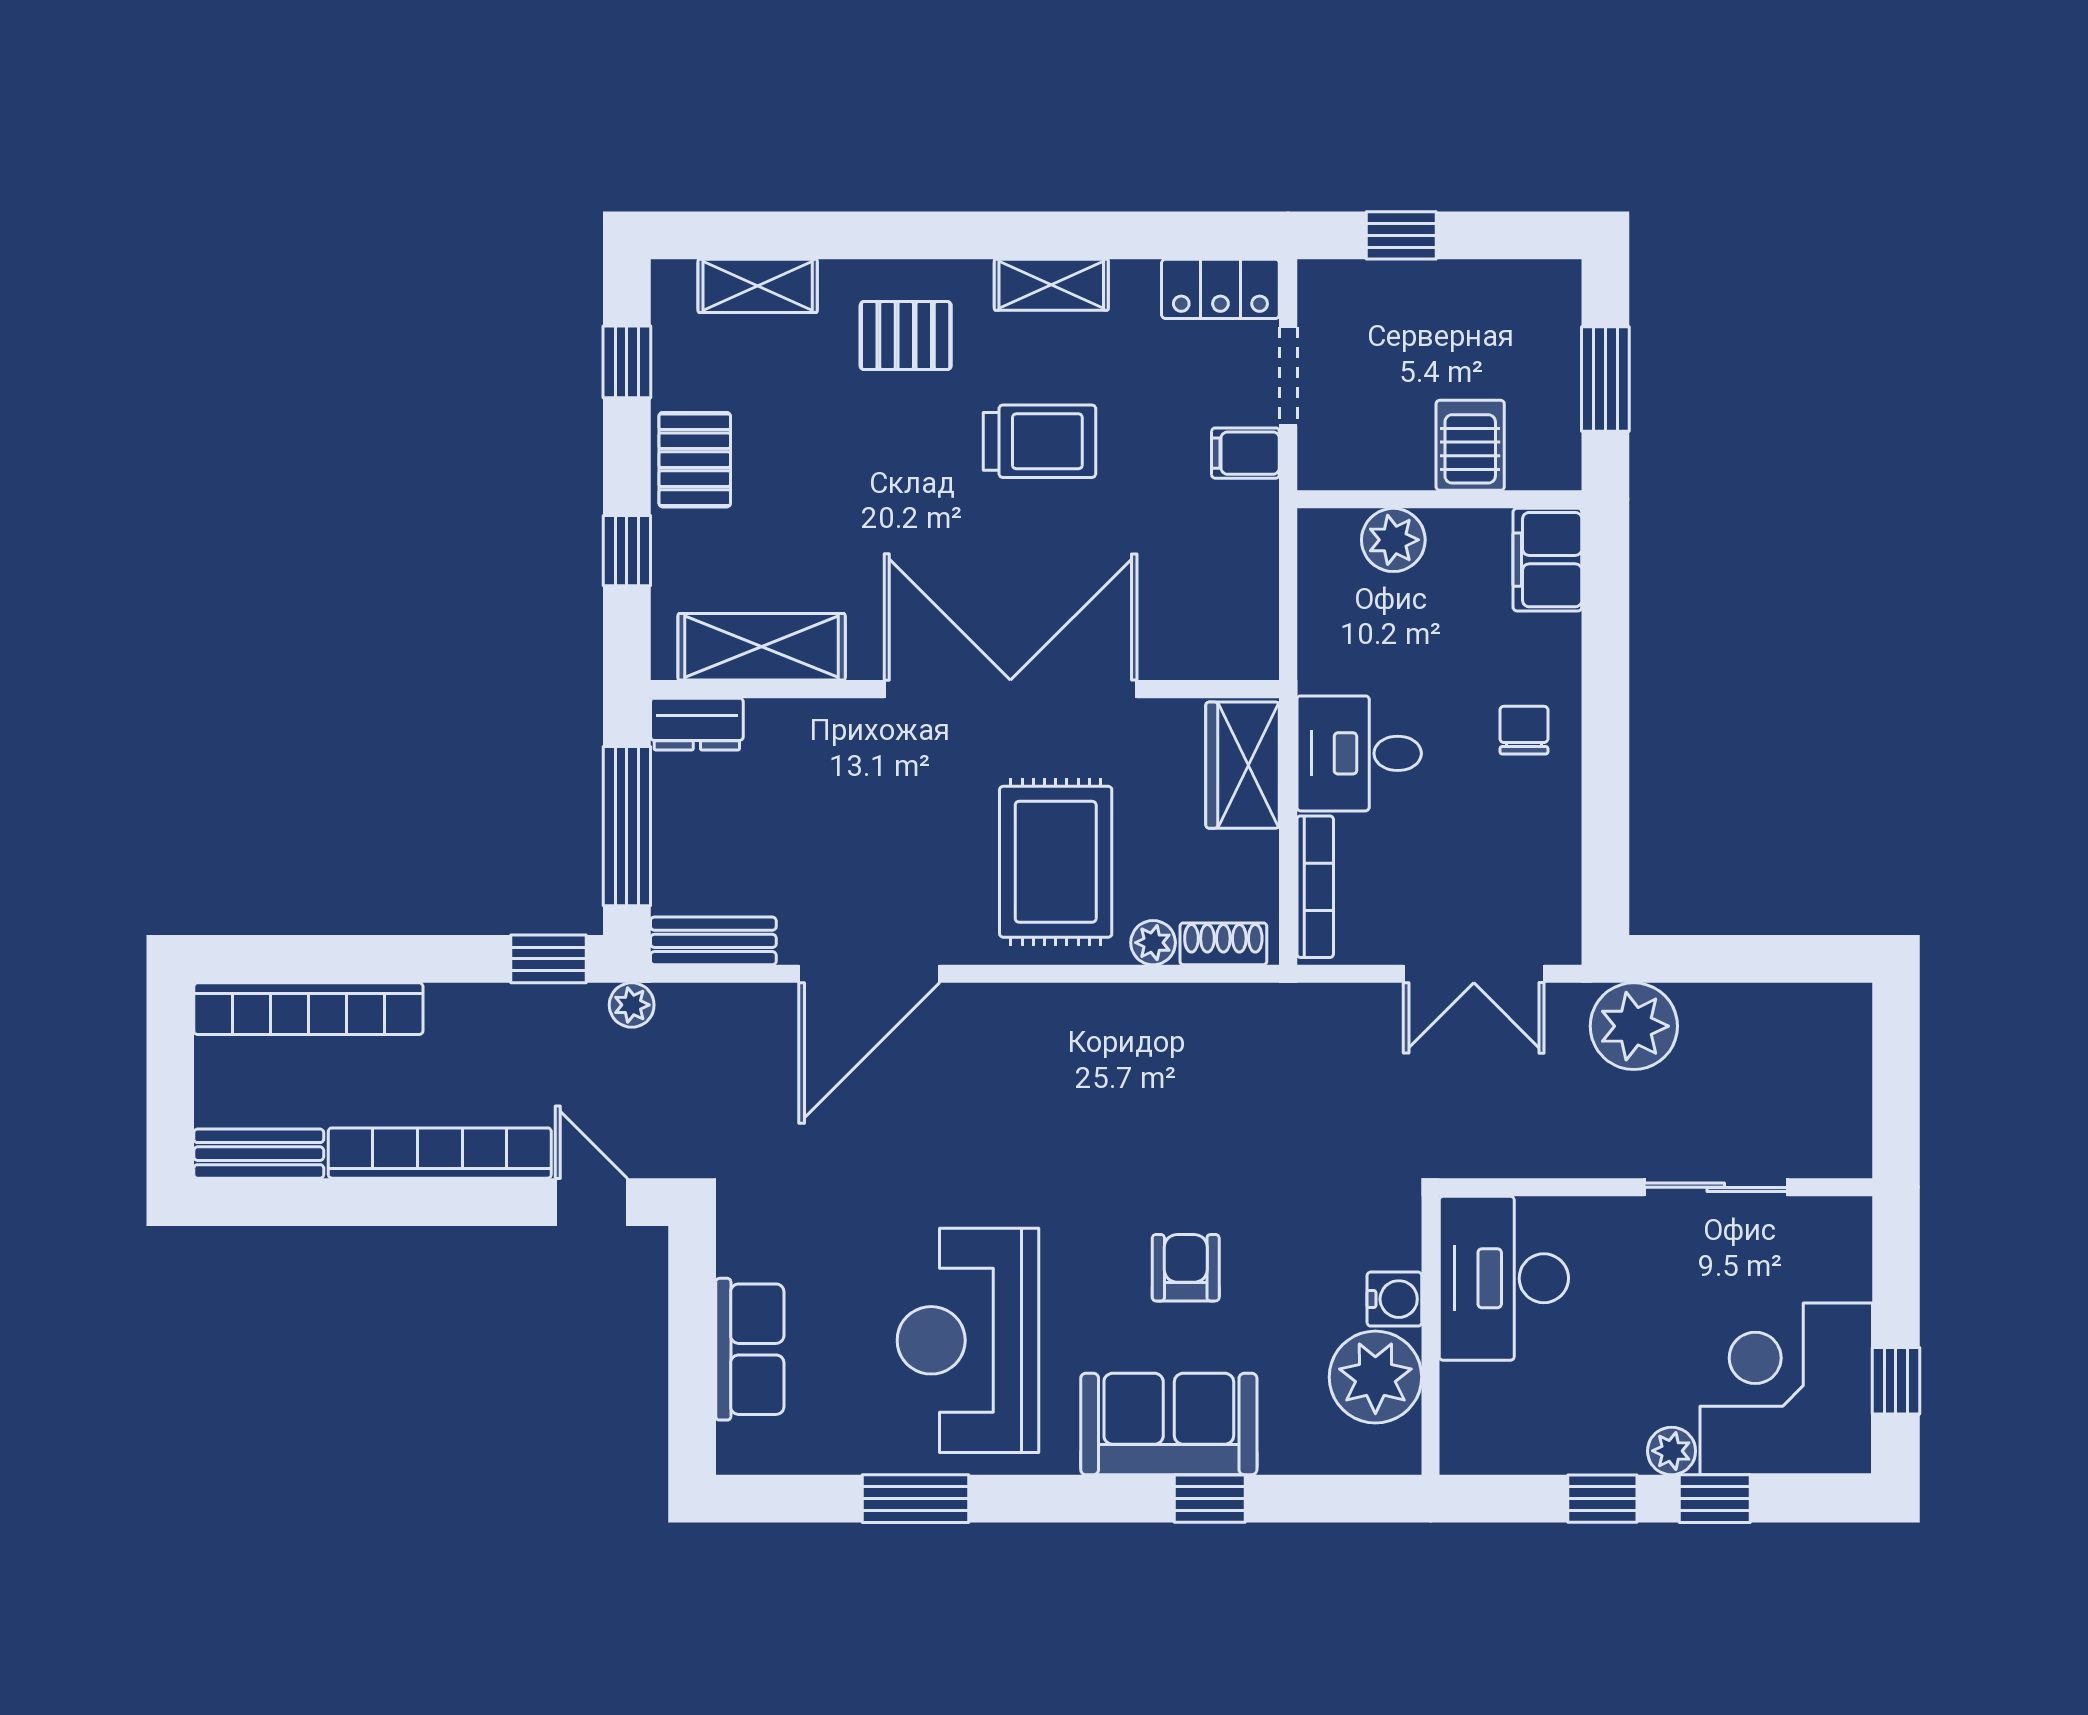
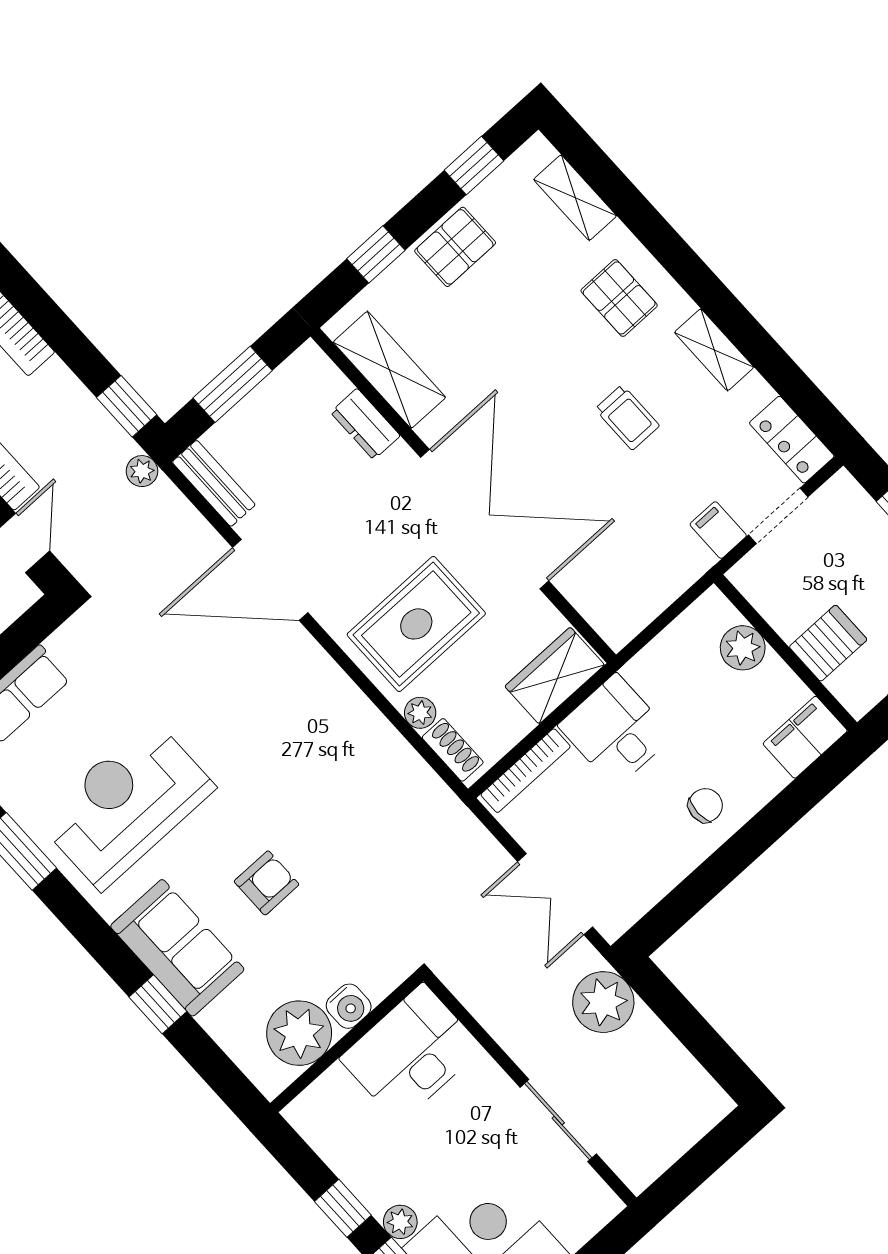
trolley: (1040, 441) -> (627, 417), width x0.73, depth x0.72
dresser: (697, 724) -> (365, 424), moved
window: (627, 826) -> (233, 384), width x0.69

